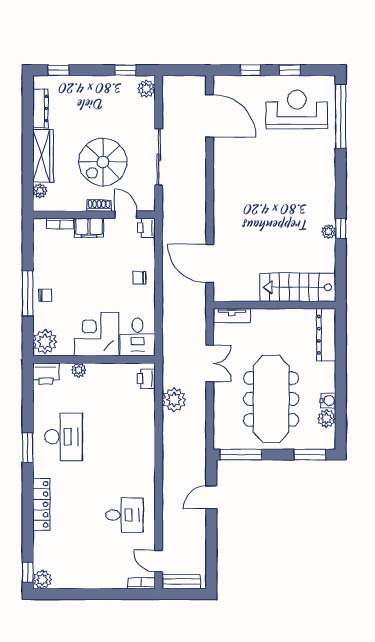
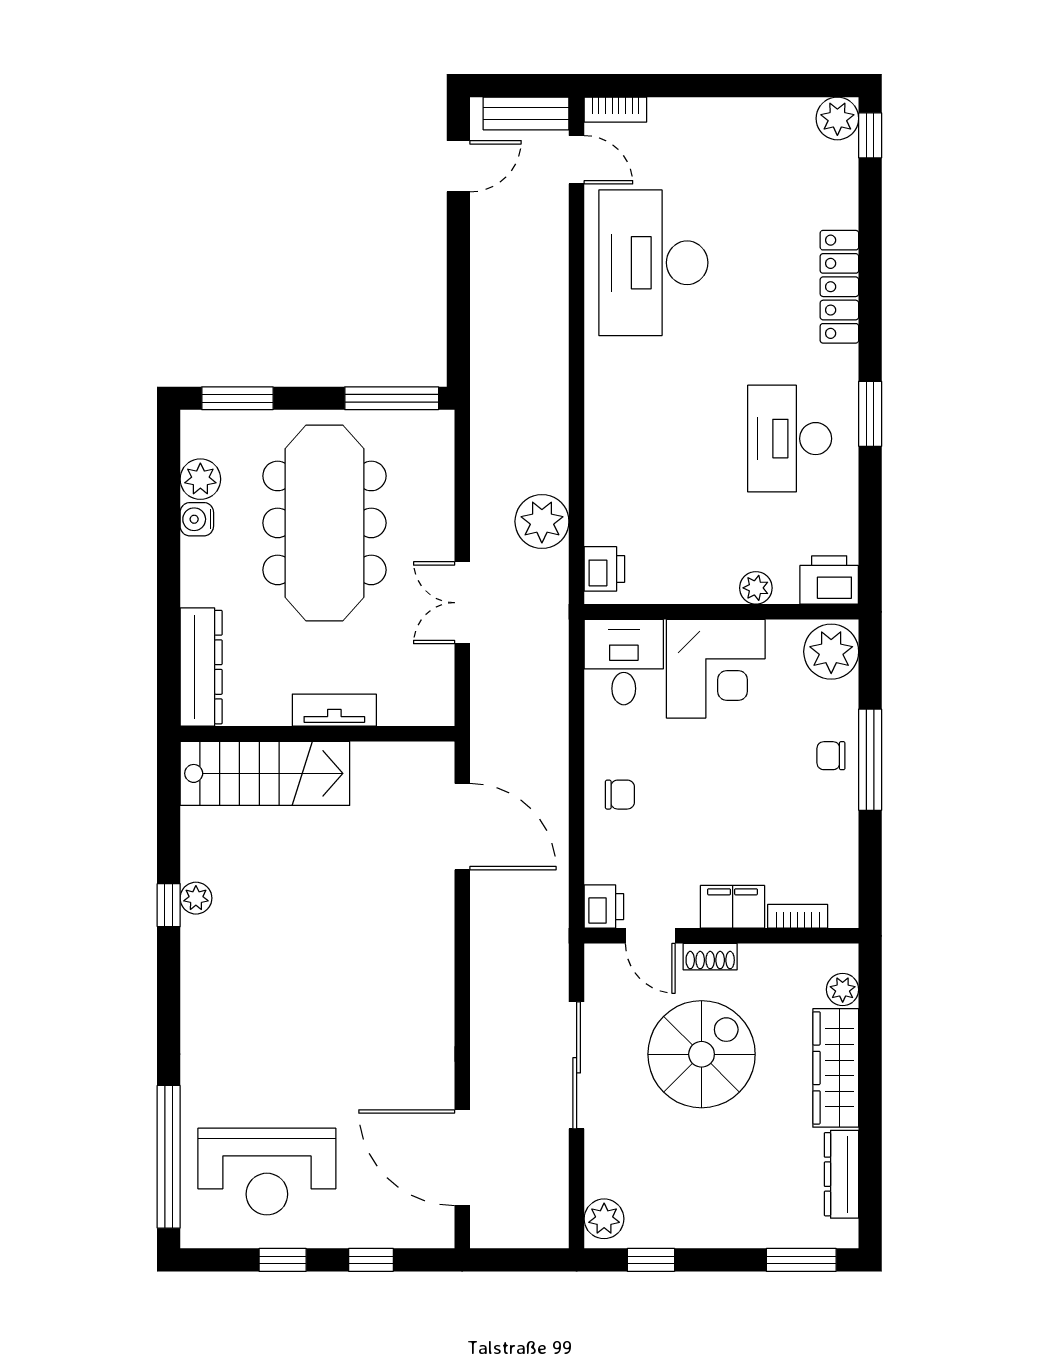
window: (58, 70) -> (801, 1260), width x1.50
tv unit: (232, 315) -> (334, 710), moved
door: (211, 497) -> (458, 166), moved
desk: (124, 515) -> (653, 263), width x1.87, depth x1.30

